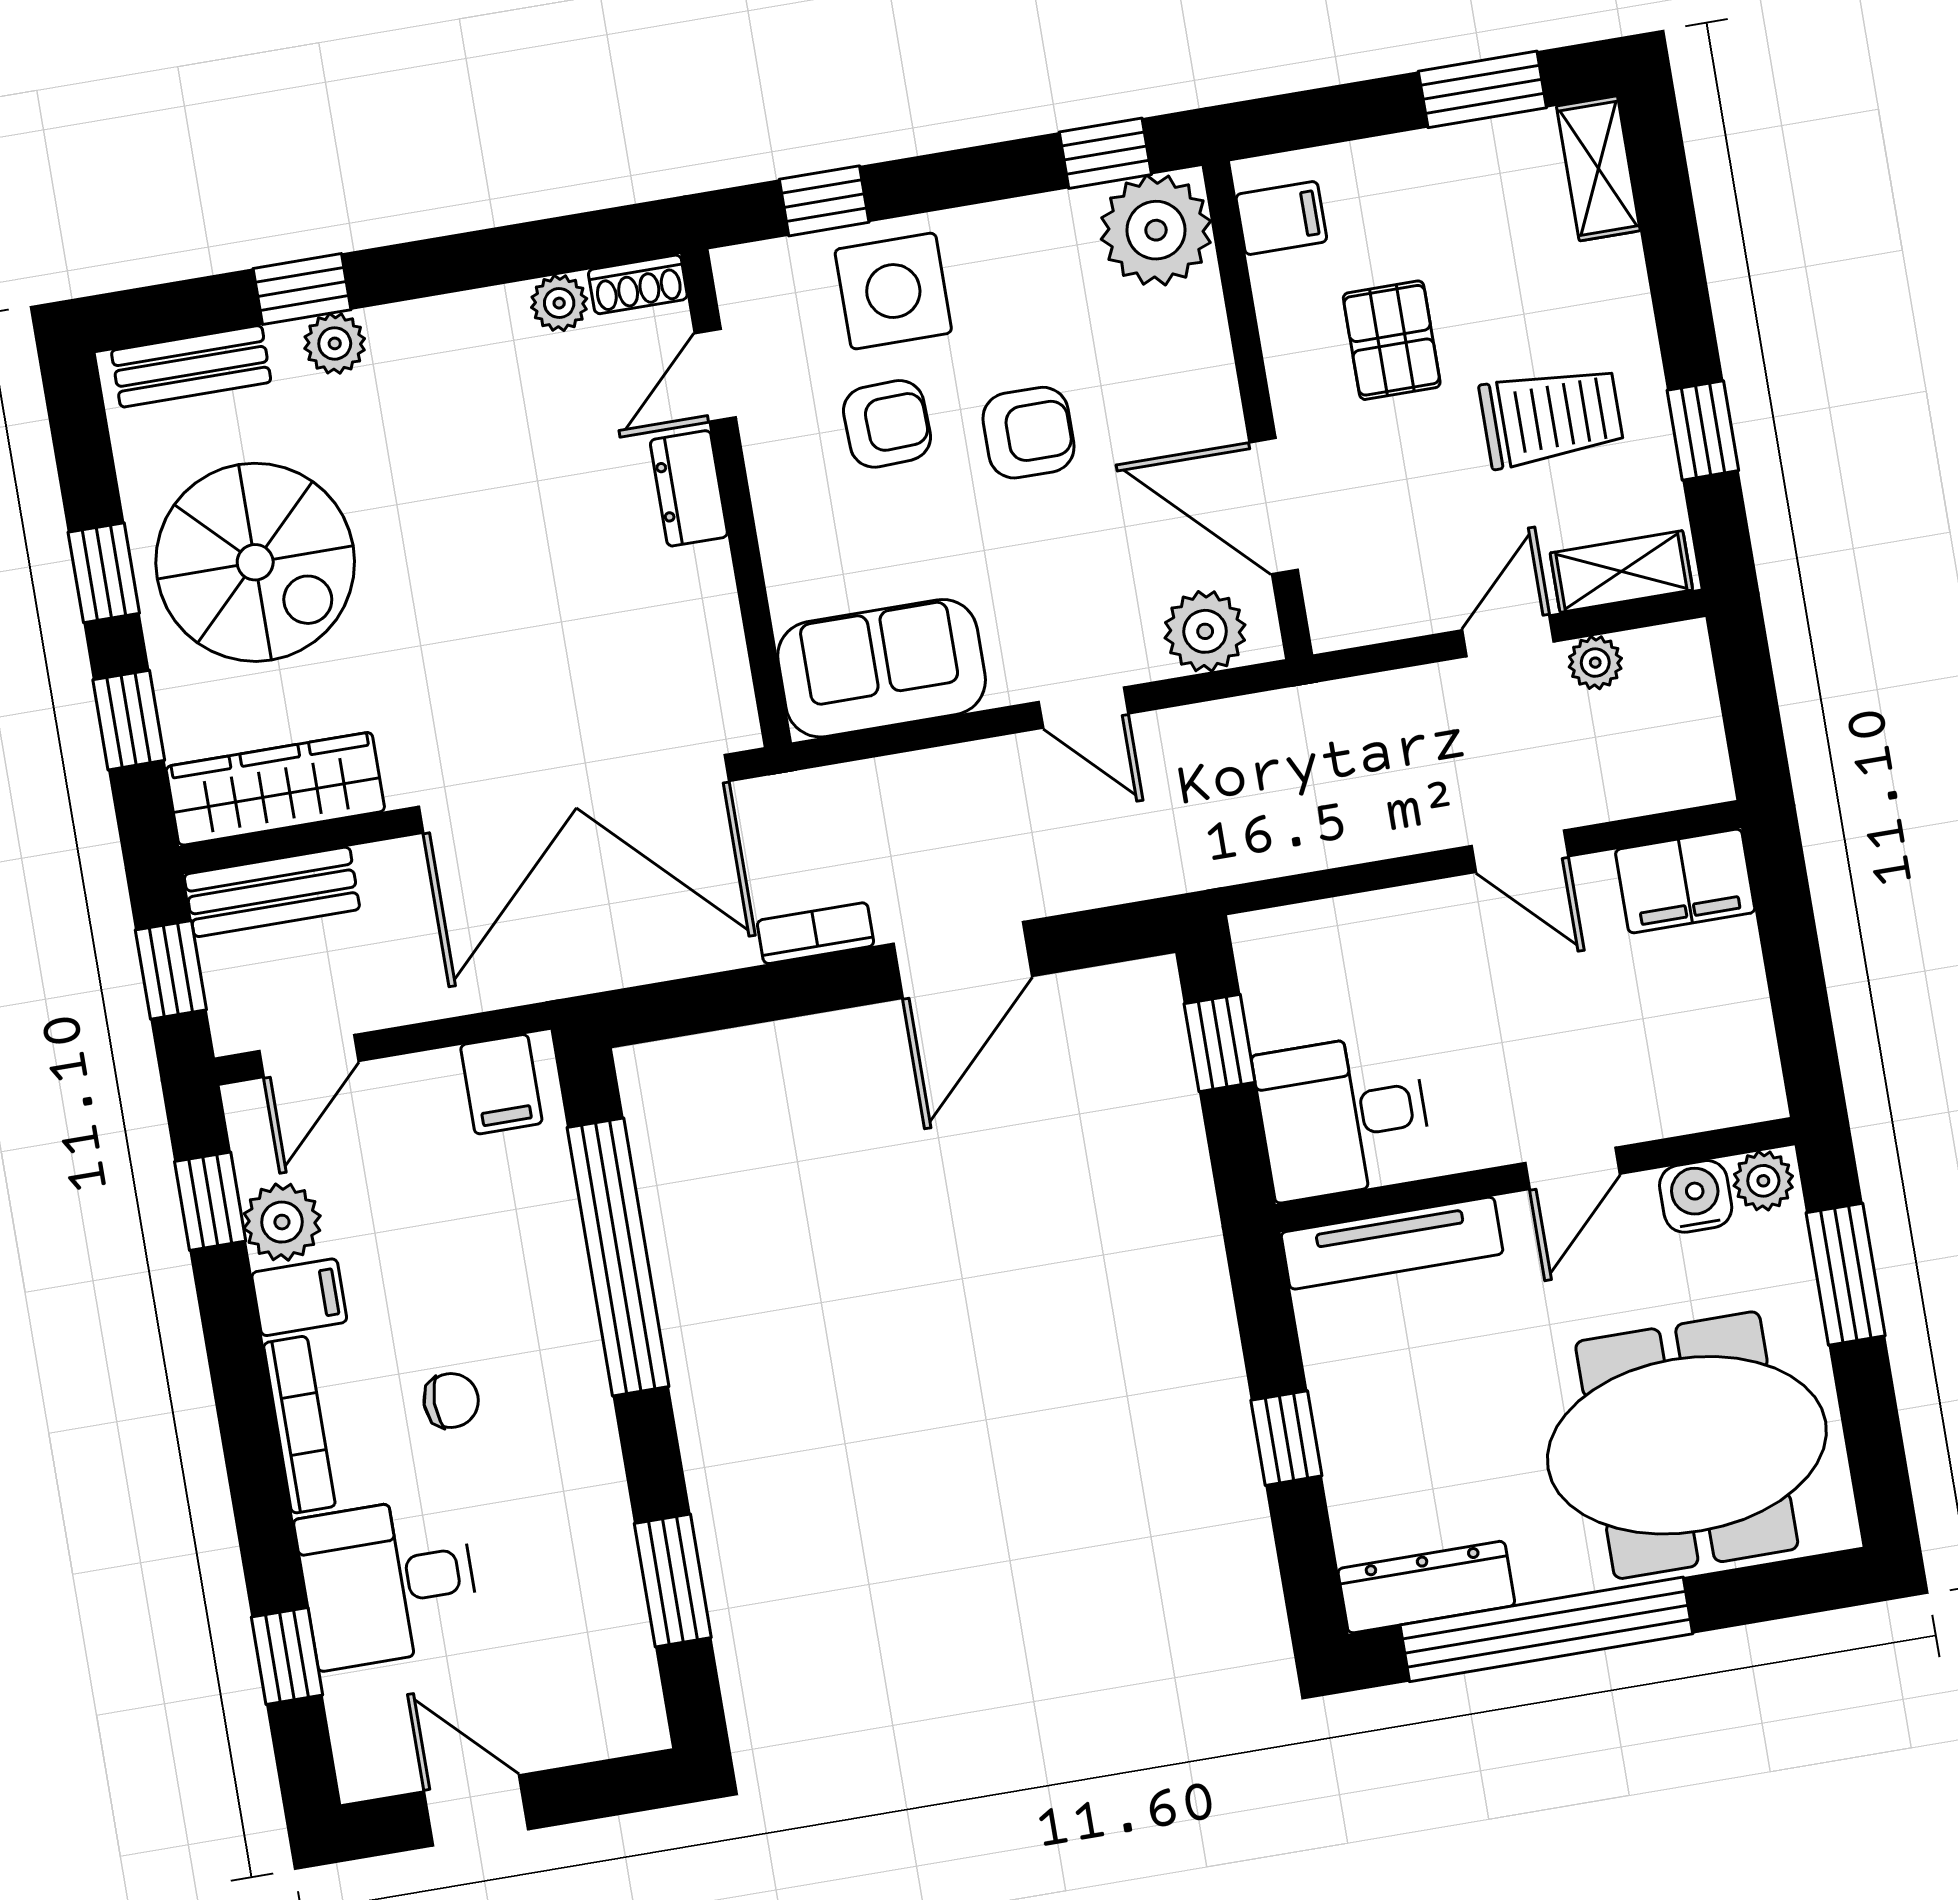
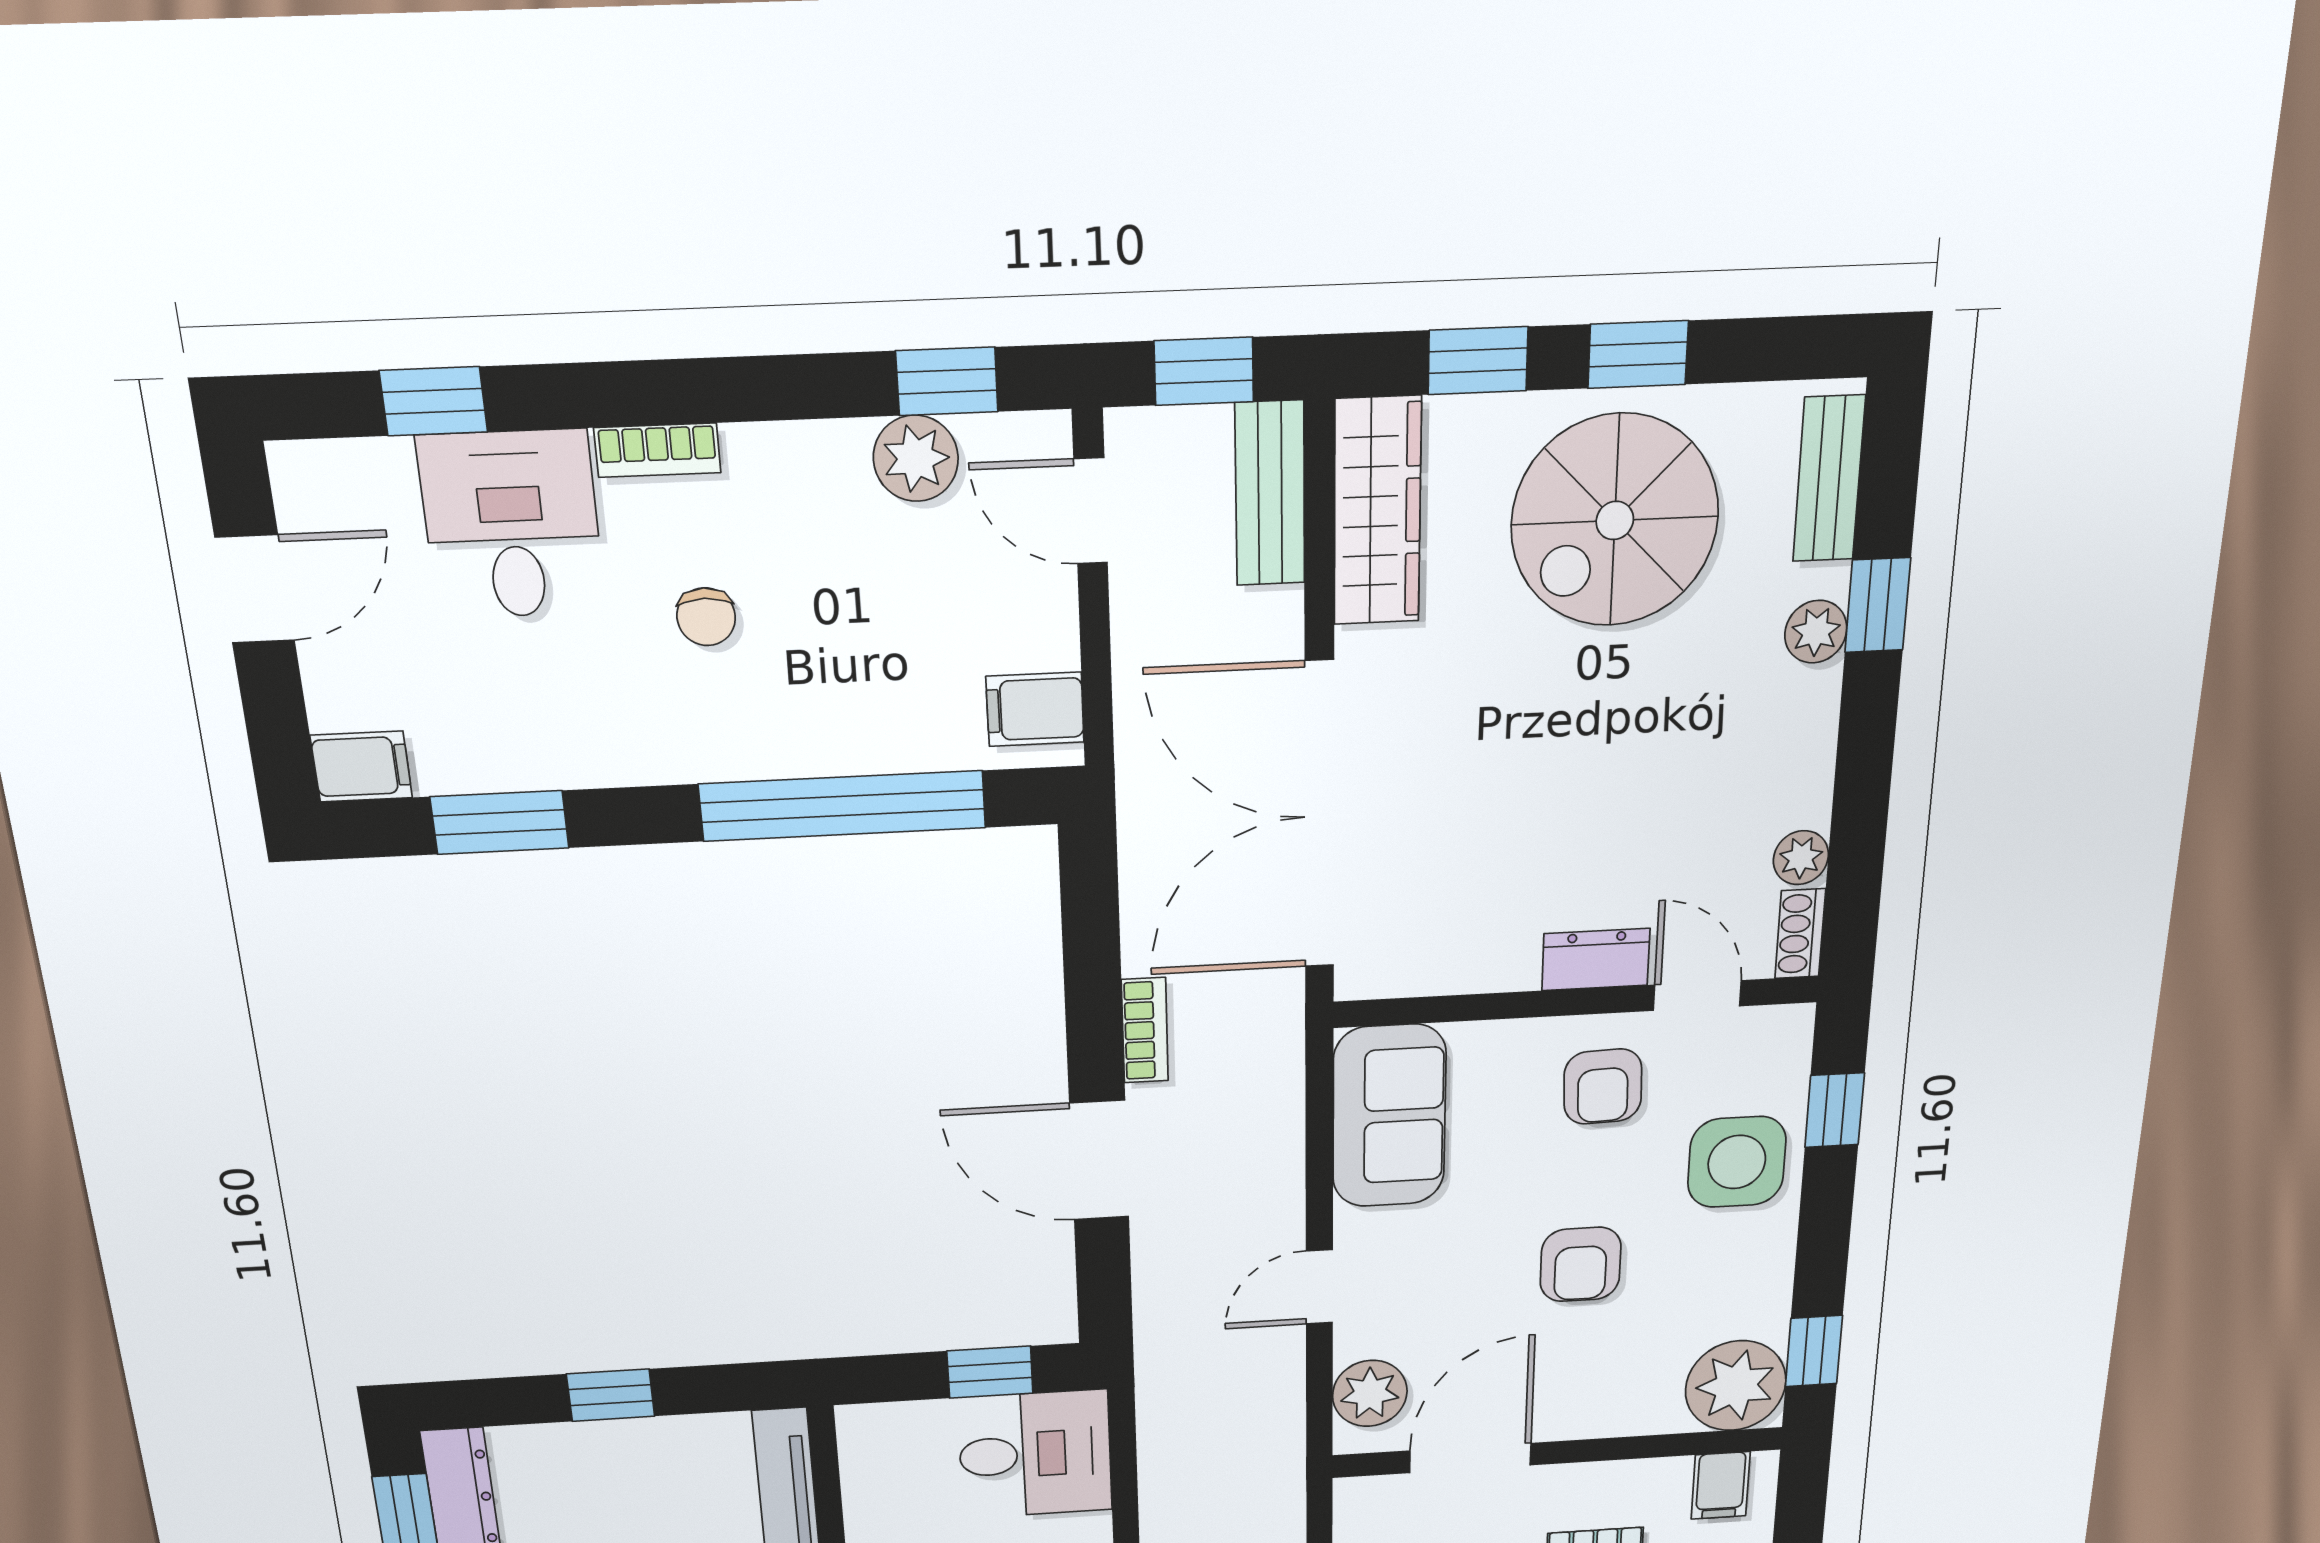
armchair: (887, 424) -> (1603, 1086), moved
desk: (1343, 1116) -> (1035, 1454), moved, turned 90
filing cabinet: (299, 1297) -> (361, 767), moved, turned -90
bookcase: (299, 1425) -> (657, 450), width x0.64

